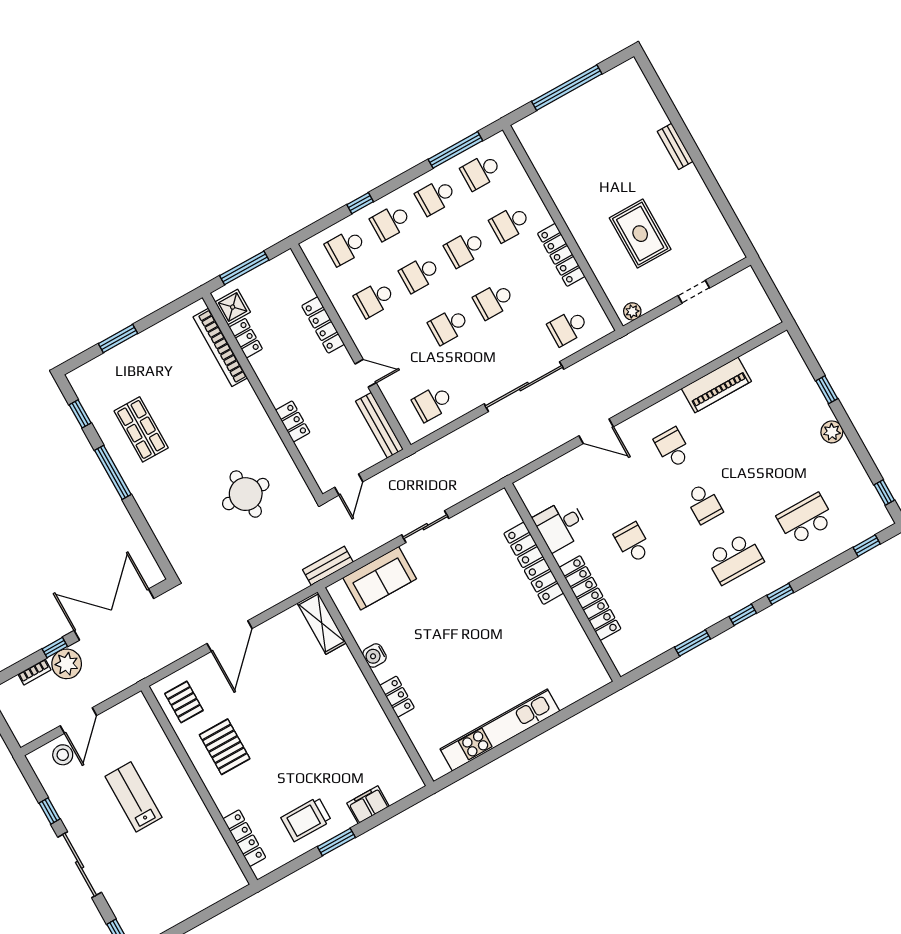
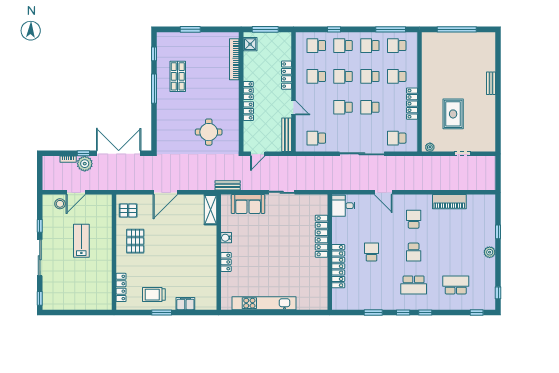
locker: (246, 338) -> (248, 90), moved
desk: (561, 525) -> (343, 206), moved
pallet: (184, 702) -> (128, 211), turned 90

